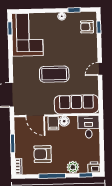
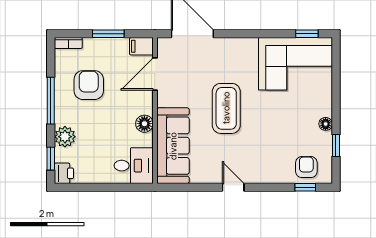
filing cabinet: (53, 123) -> (141, 46), moved

